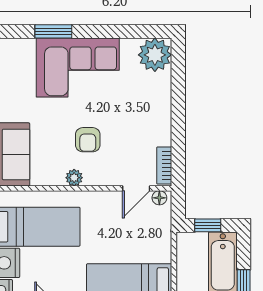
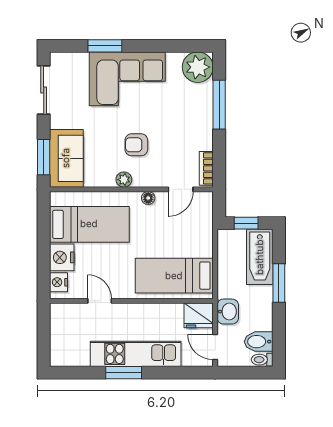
window: (178, 96) -> (219, 105), added
armchair: (88, 140) -> (136, 145), turned 90
floor lamp: (159, 198) -> (148, 198), moved

